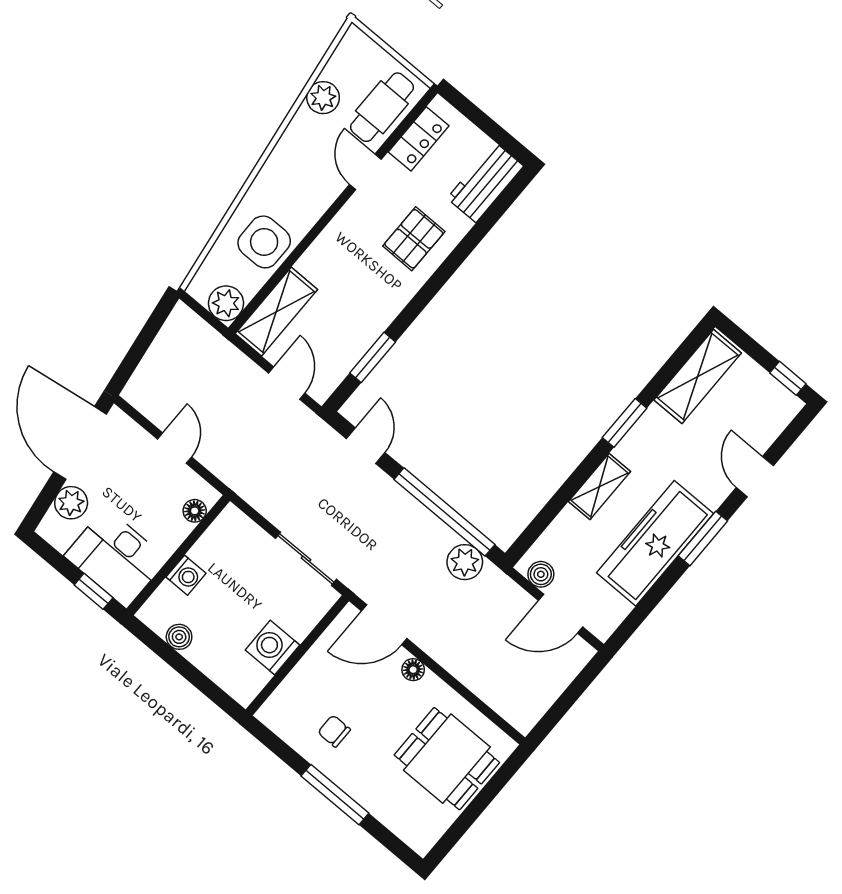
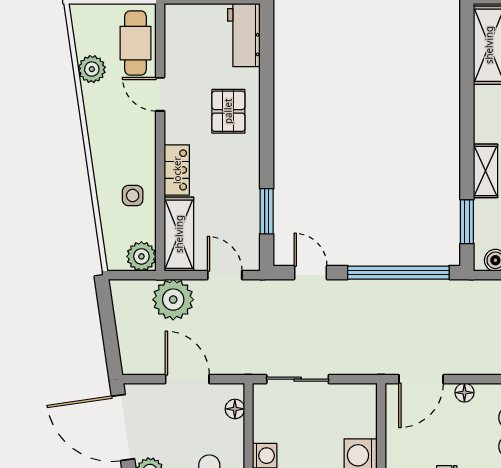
locker: (419, 139) -> (177, 170), moved
side table: (264, 242) -> (133, 196), width x0.54, depth x0.54
window: (625, 423) -> (467, 222), moved
door: (174, 448) -> (187, 379), width x1.38
sliding door: (306, 559) -> (298, 379), moved
plant: (465, 562) -> (173, 300), moved, width x1.36, depth x1.36

